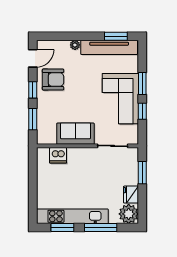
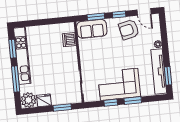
armchair: (53, 80) -> (129, 30), turned 78
sofa: (75, 134) -> (92, 29), moved, turned 90

